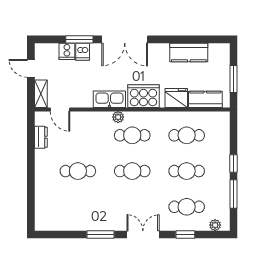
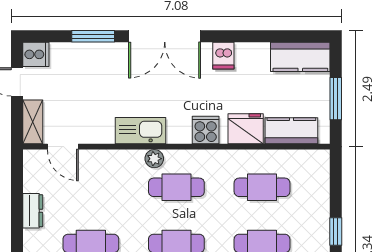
cooker: (67, 51) -> (36, 54), moved, turned -90
dishwasher: (83, 52) -> (223, 56), moved
kitchen counter: (189, 52) -> (300, 57), moved
cooker: (143, 96) -> (206, 130), width x0.53, depth x0.76
dresser: (41, 137) -> (33, 211), moved

